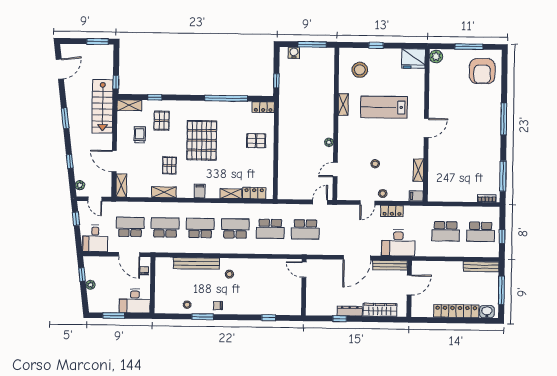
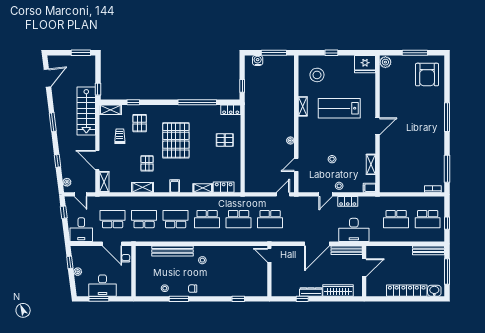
school desk: (235, 228) -> (207, 219), turned 180
desk: (135, 301) -> (102, 286), moved

